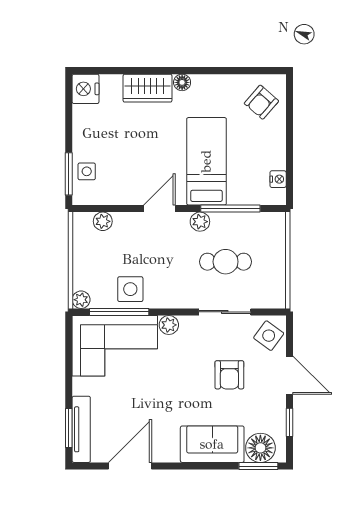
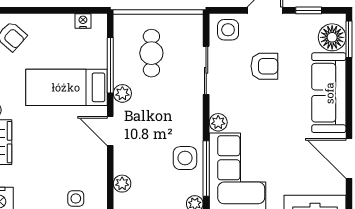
cafe table: (226, 262) -> (151, 53), moved
side table: (269, 336) -> (228, 30), turned -36
sofa: (212, 444) -> (329, 93), width x1.36

